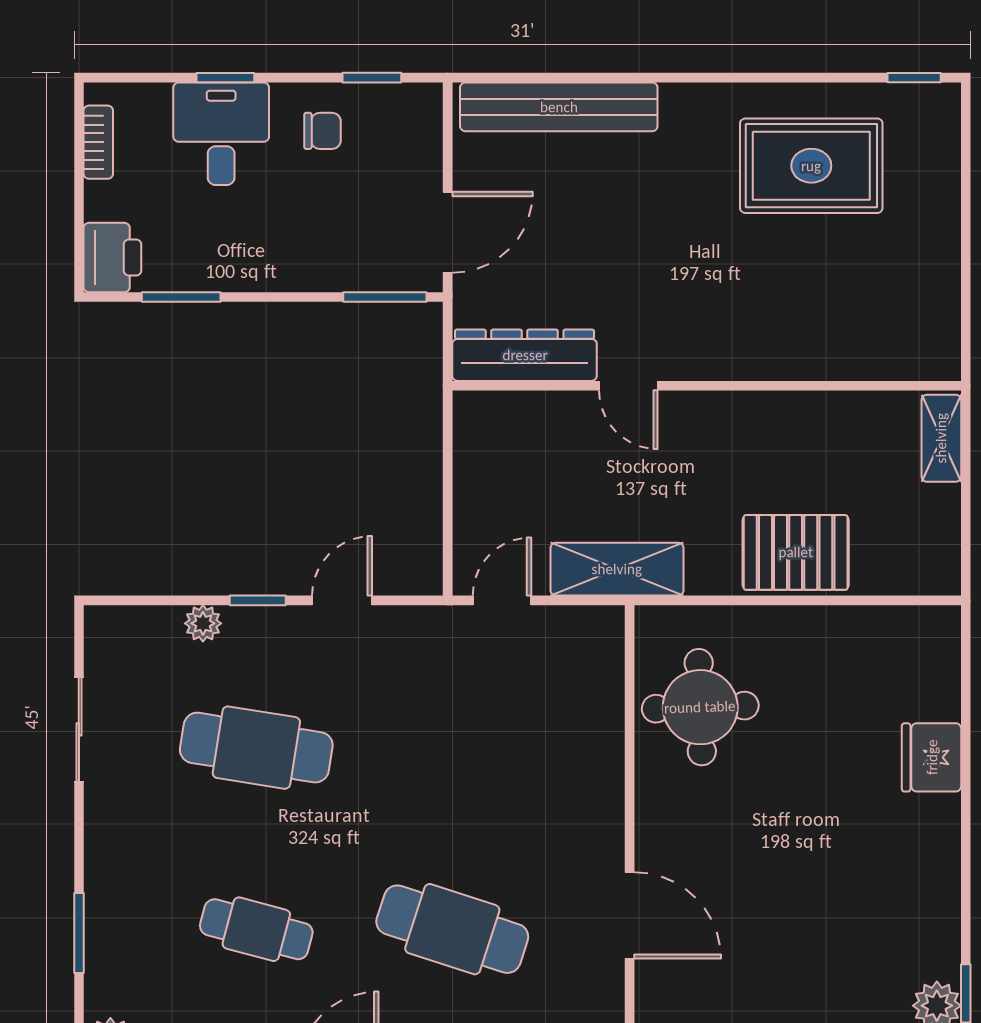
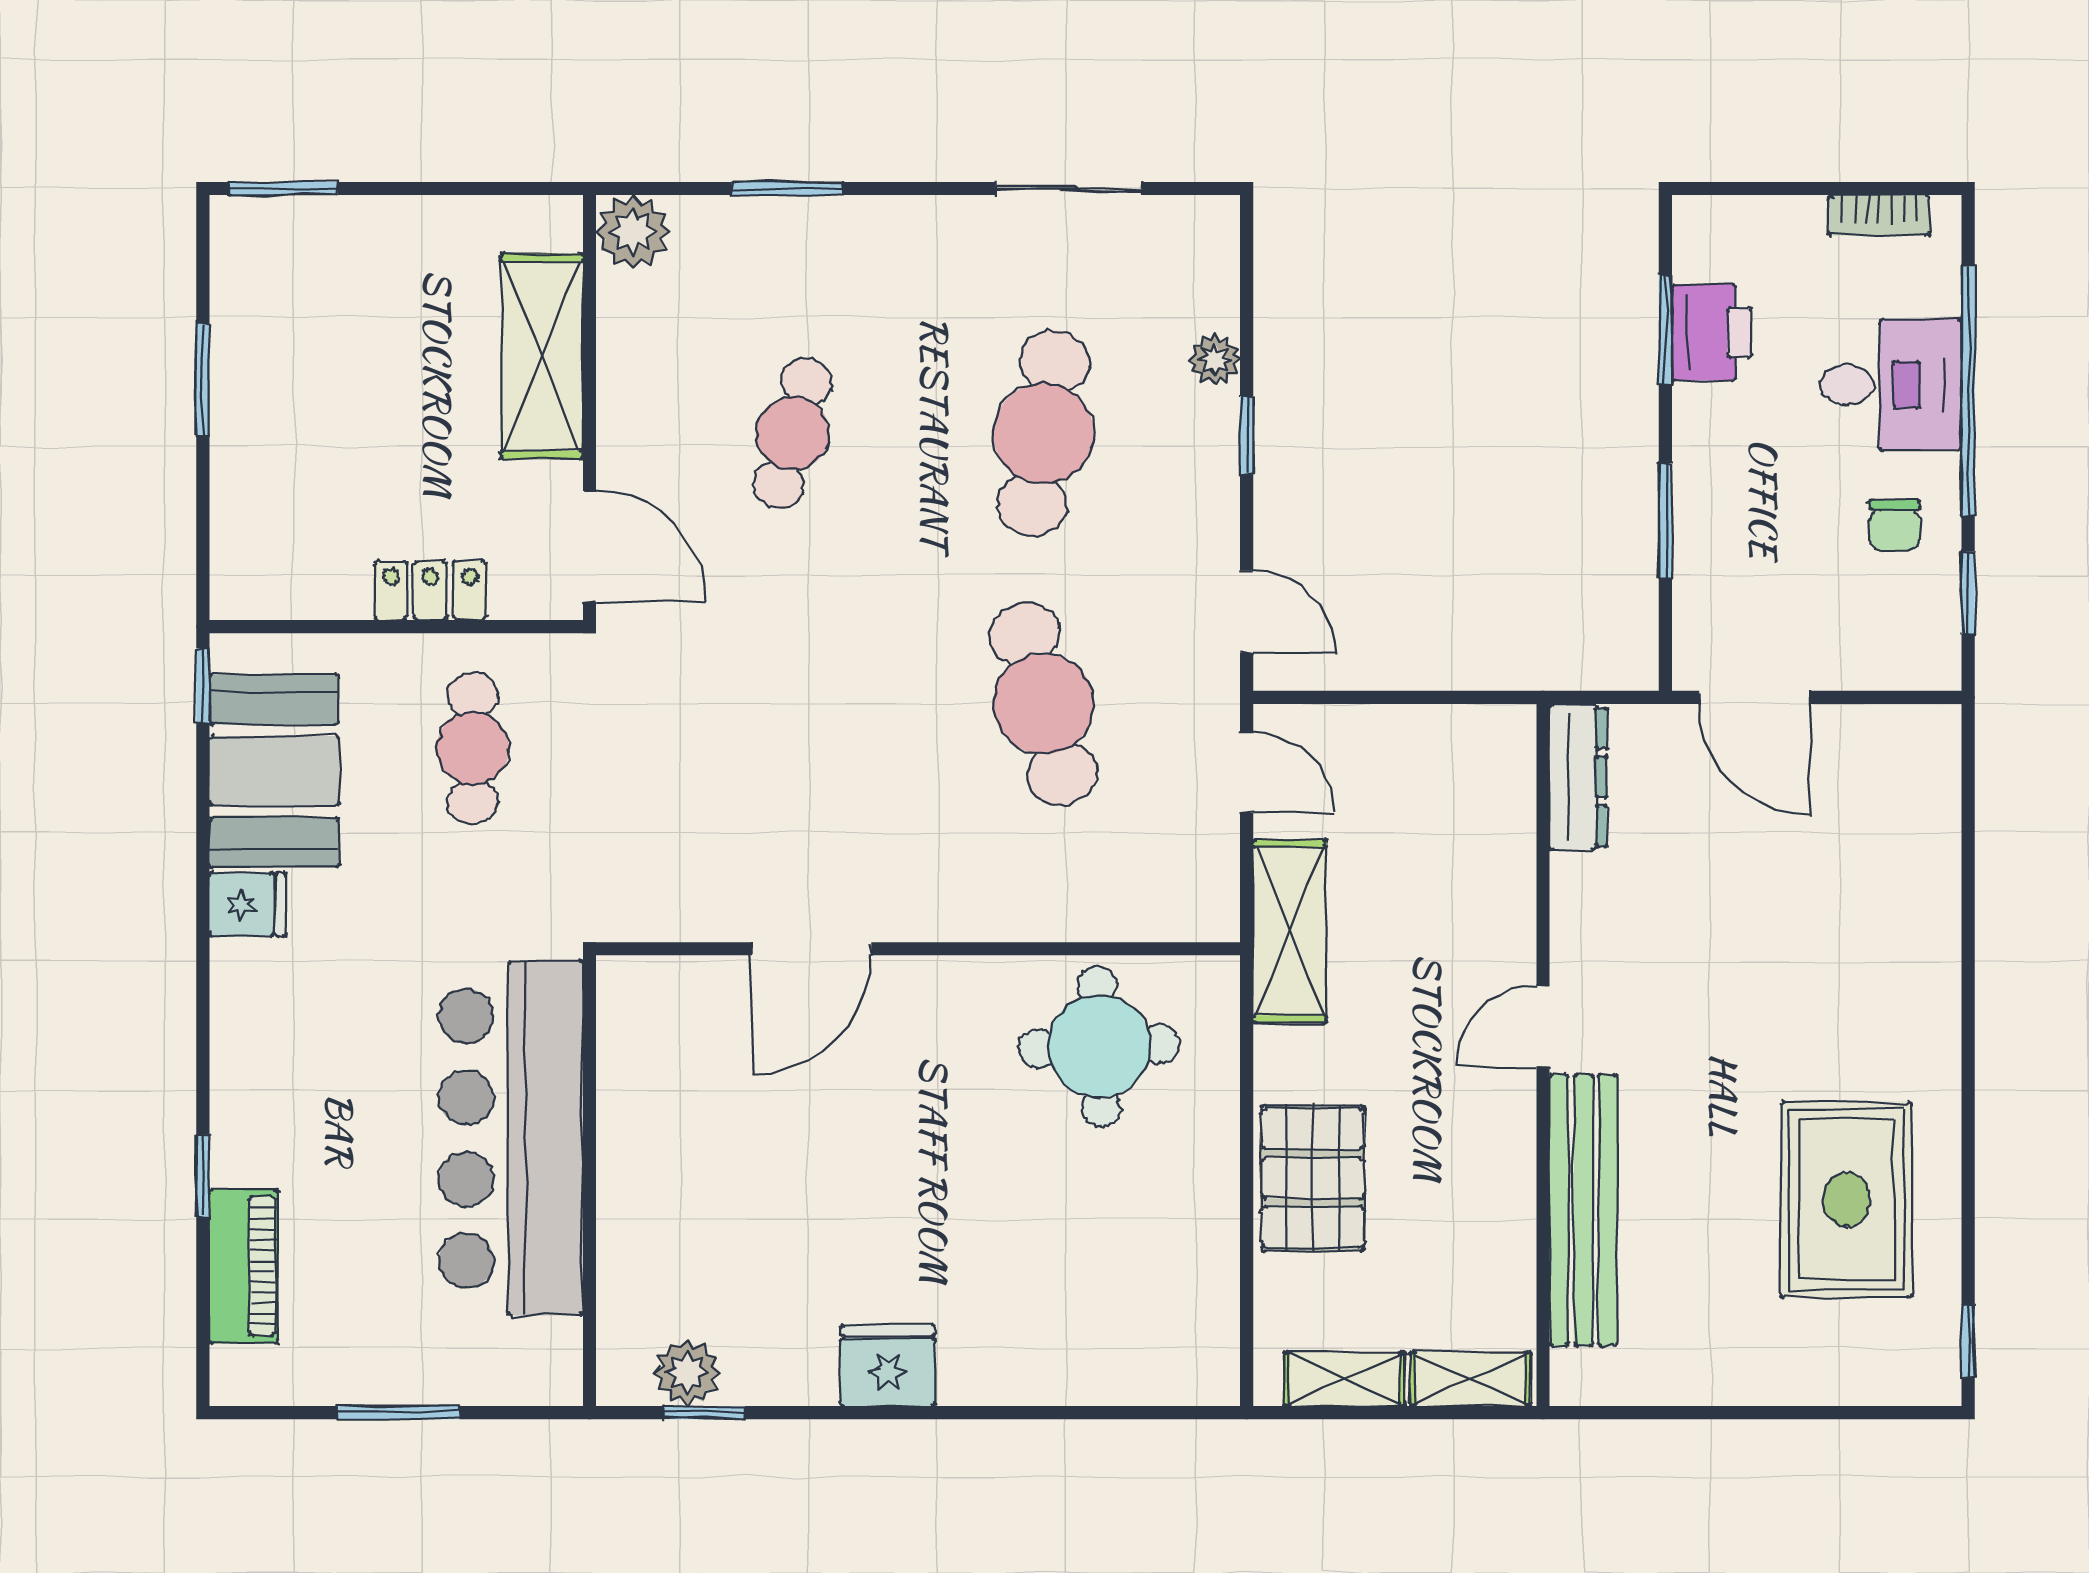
window: (225, 78) -> (1968, 391), width x3.17
bench: (559, 107) -> (1583, 1210), moved
printer: (112, 258) -> (1712, 332), moved, turned -90
window: (385, 297) -> (1665, 521), moved
dresser: (525, 355) -> (1578, 777), width x0.73, depth x0.80
door: (628, 386) -> (1543, 1026), moved
shelving: (941, 529) -> (1345, 1379), added
door: (342, 600) -> (1247, 612), moved
fridge: (932, 757) -> (888, 1365), moved
cafe table: (452, 929) -> (1043, 704), moved, turned -33

